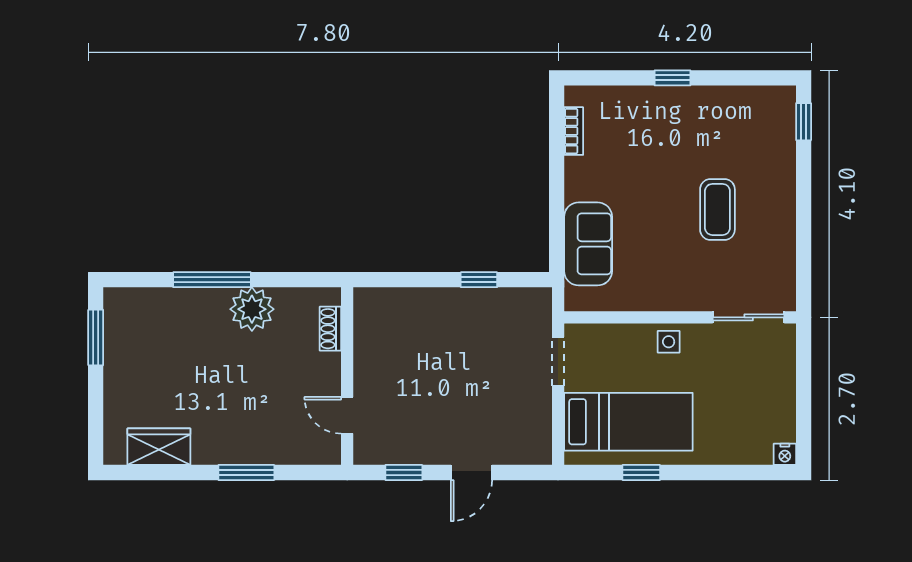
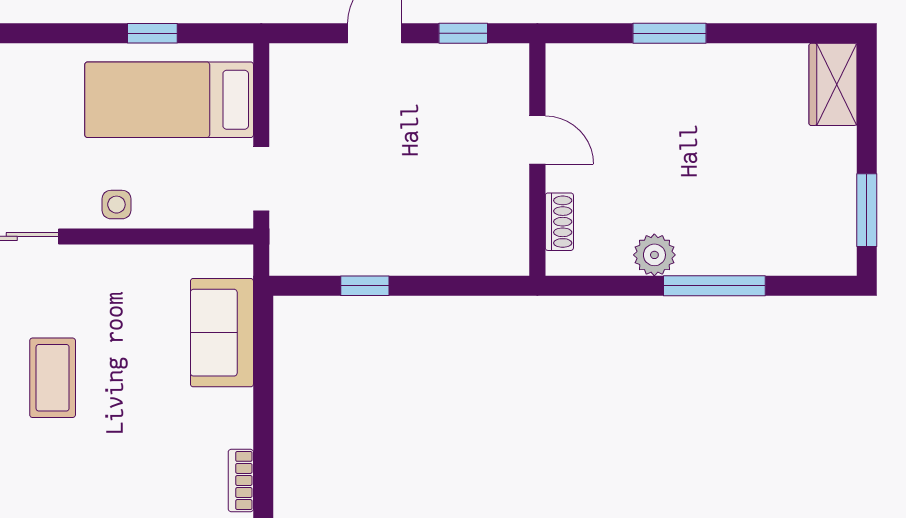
plant: (252, 309) -> (654, 255), width x0.73, depth x0.73
door: (347, 415) -> (537, 140), moved
wardrobe: (159, 447) -> (833, 84), moved, turned 90

